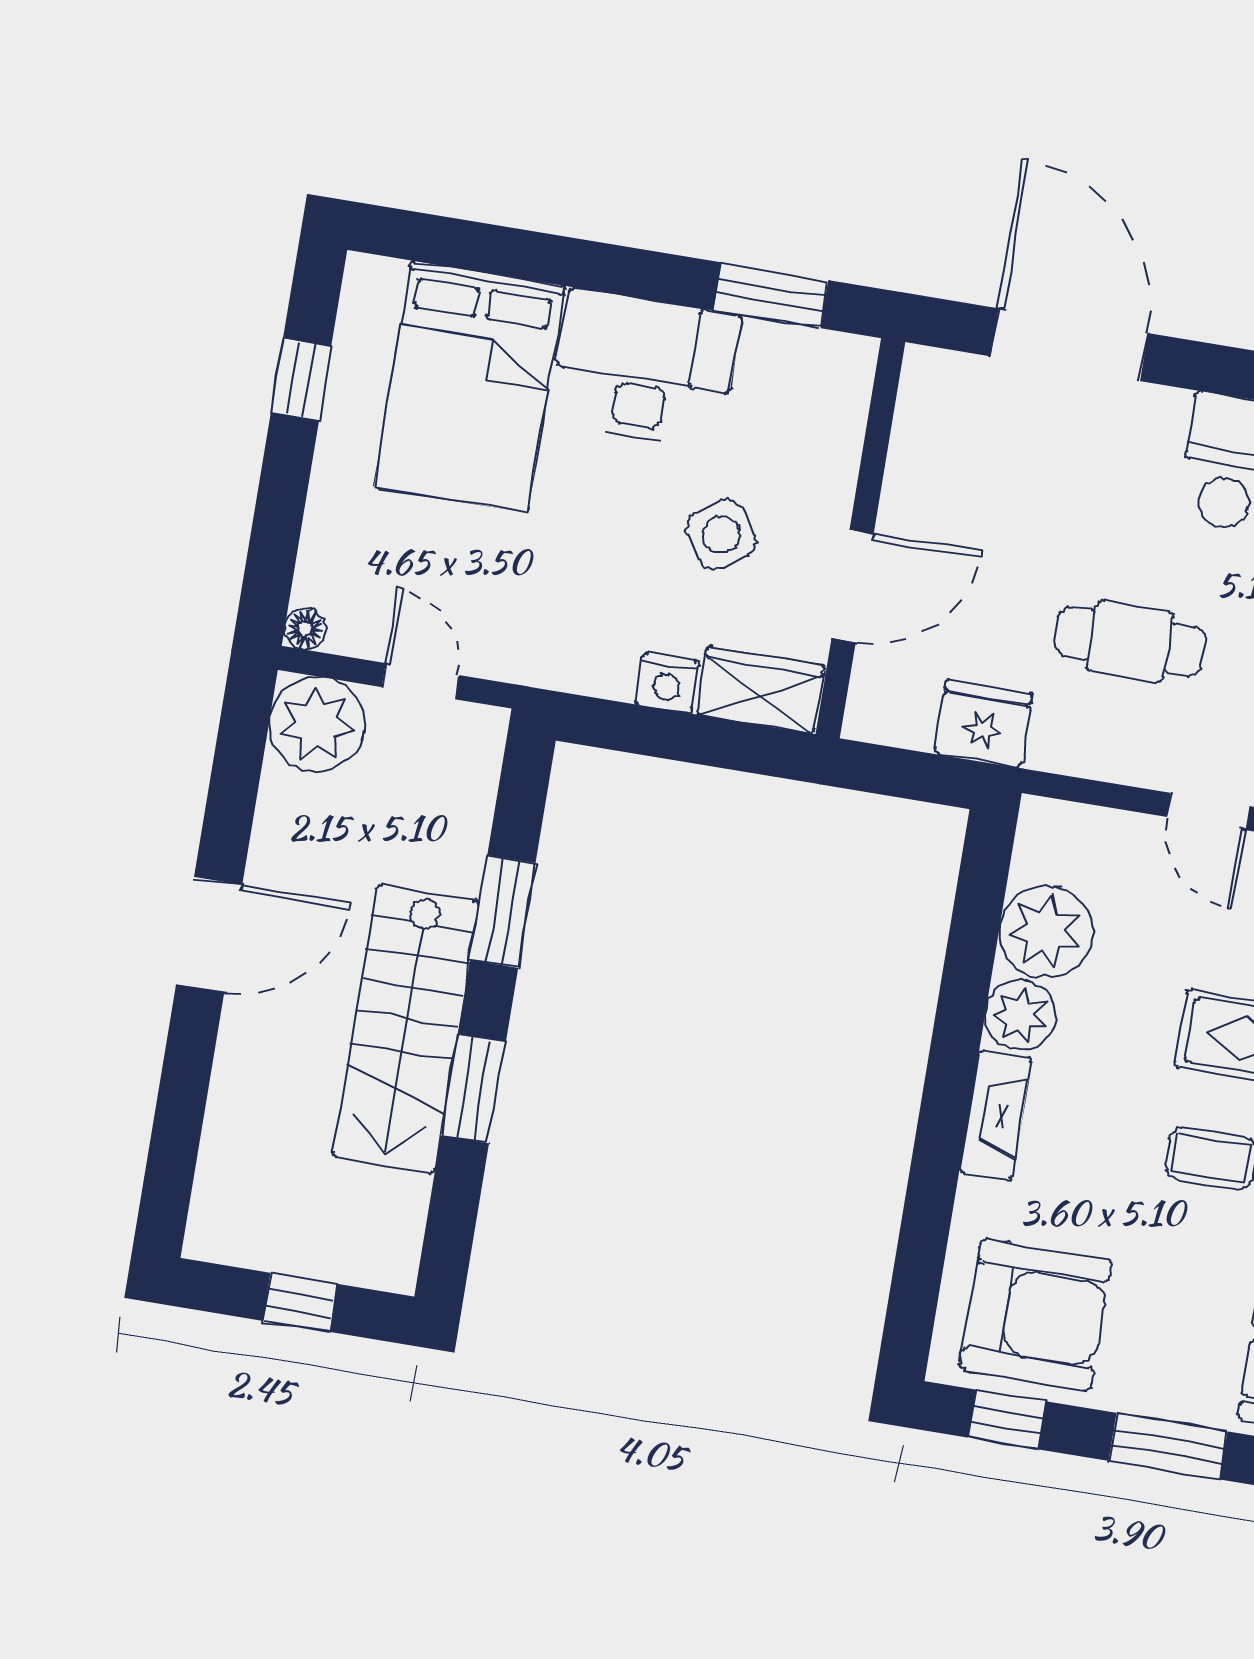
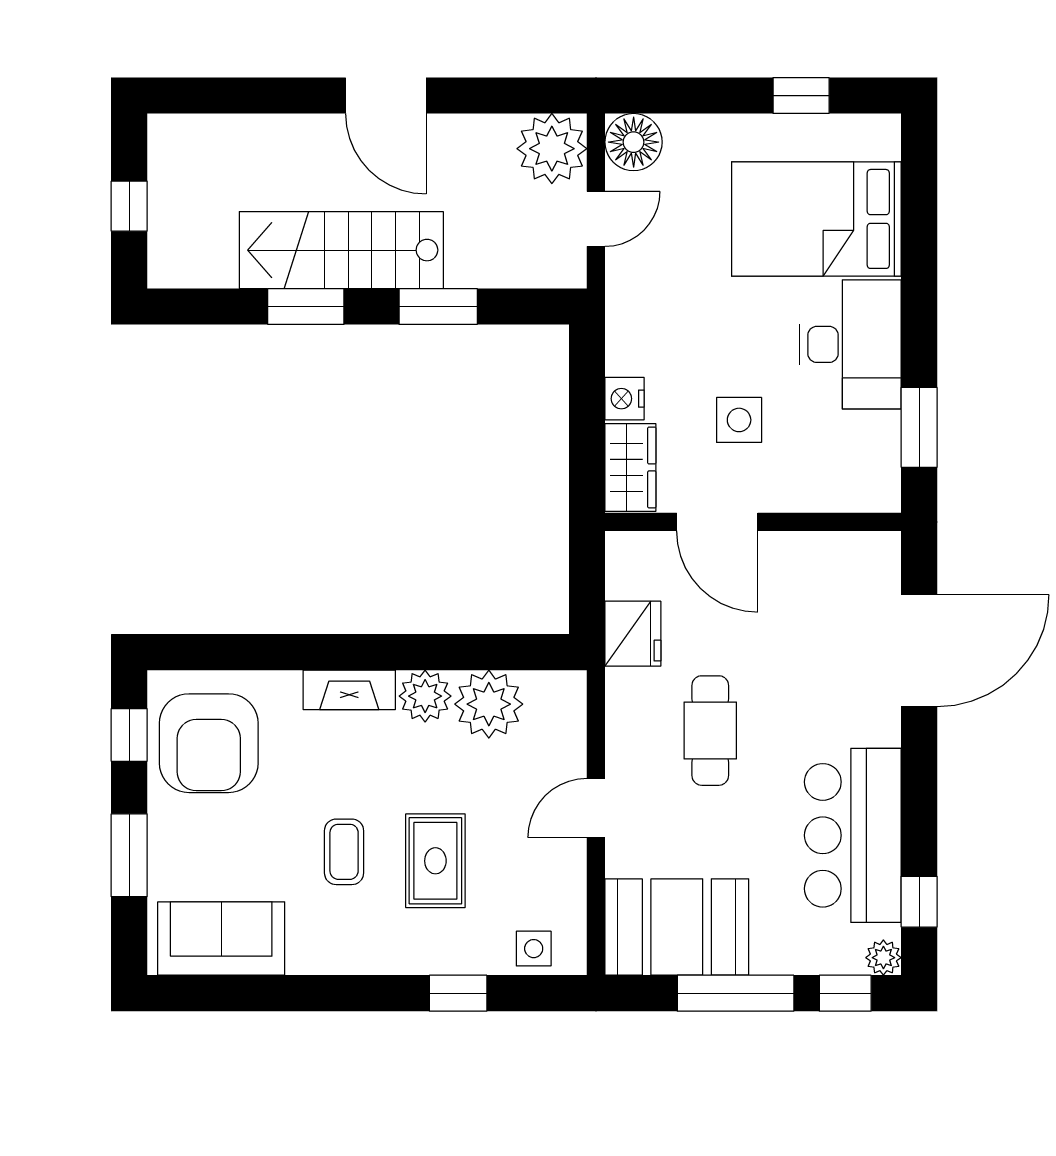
side table: (721, 534) -> (739, 420), turned 34
floor lamp: (305, 629) -> (634, 142), width x1.89, depth x1.89

